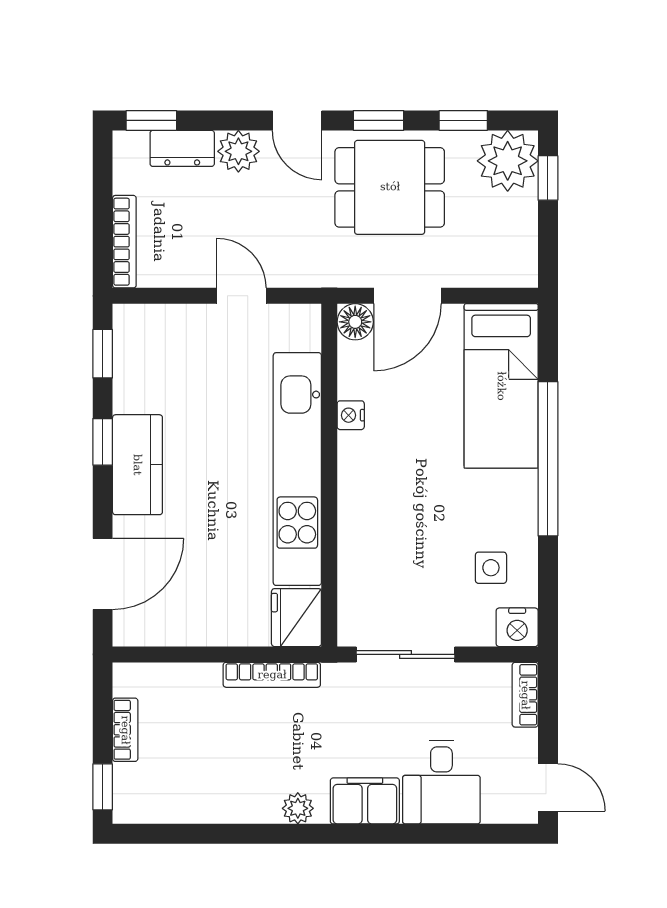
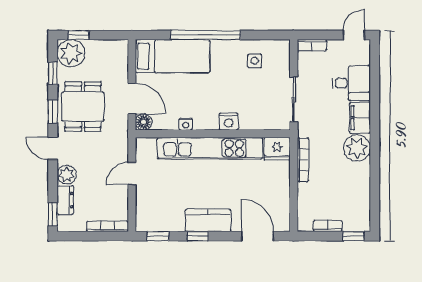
door: (297, 120) -> (53, 148), swing flipped
nightstand: (517, 627) -> (229, 122), moved, turned 90
plant: (298, 808) -> (357, 148), width x1.87, depth x1.87

